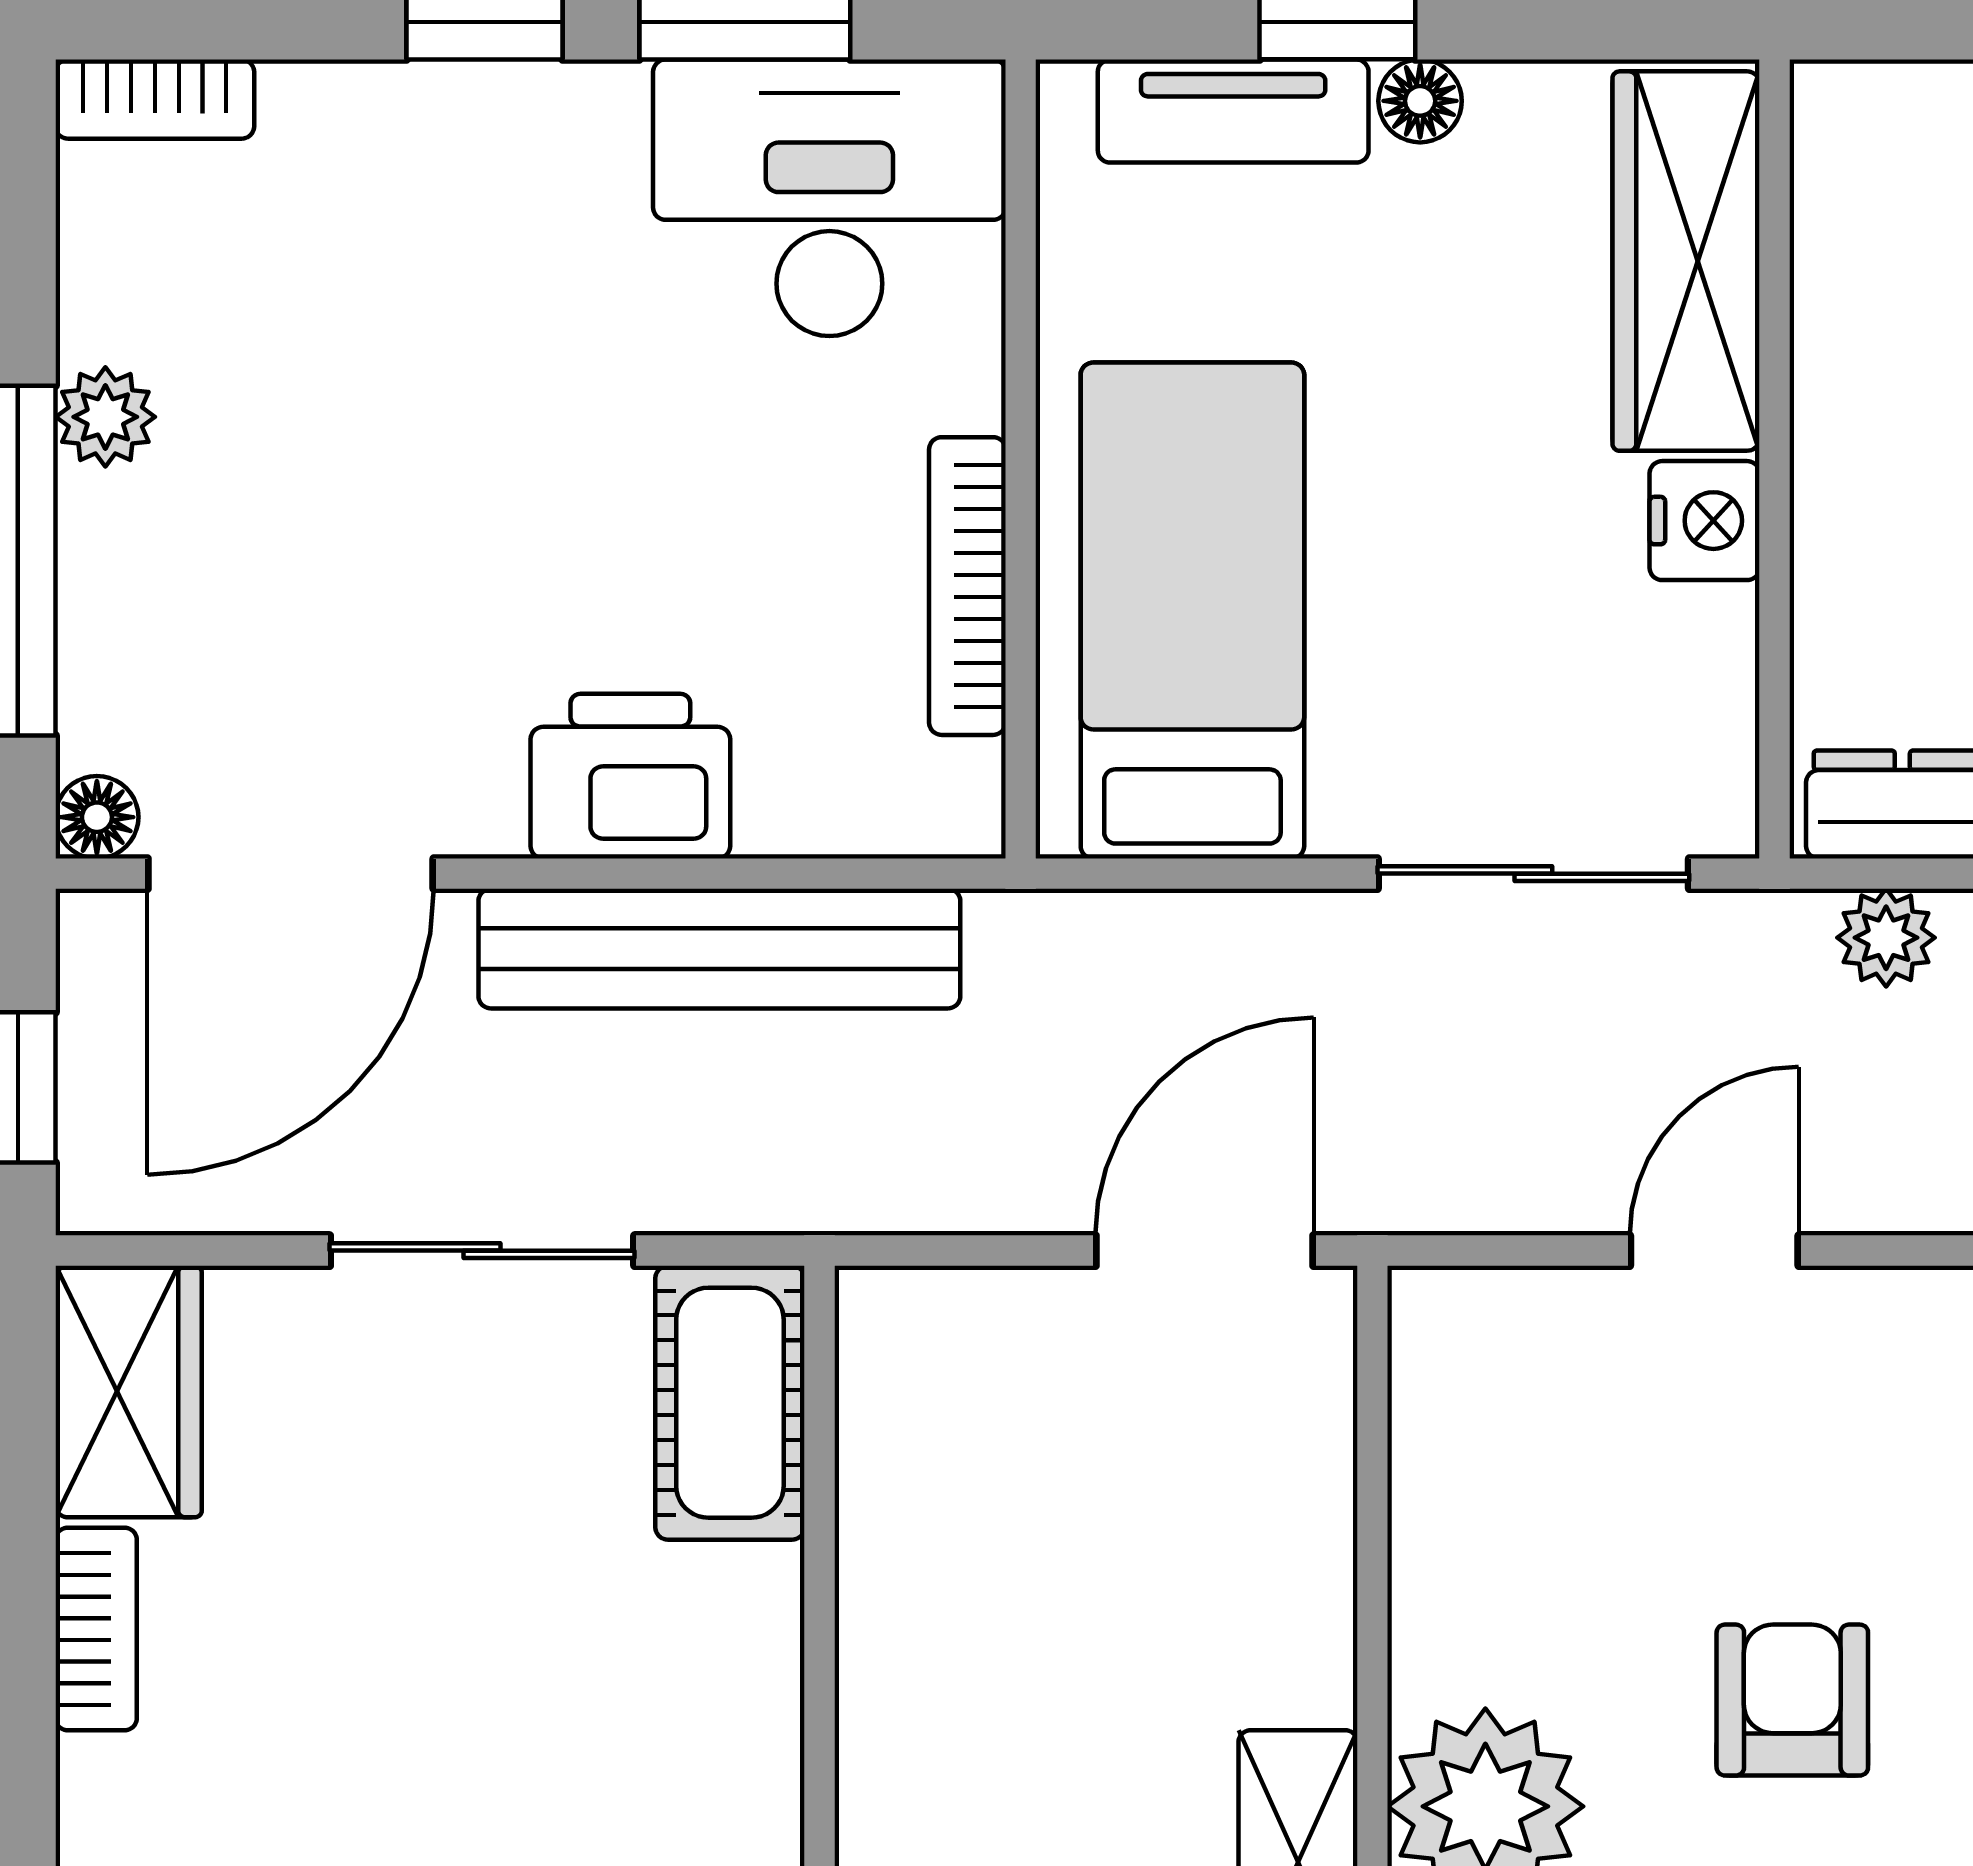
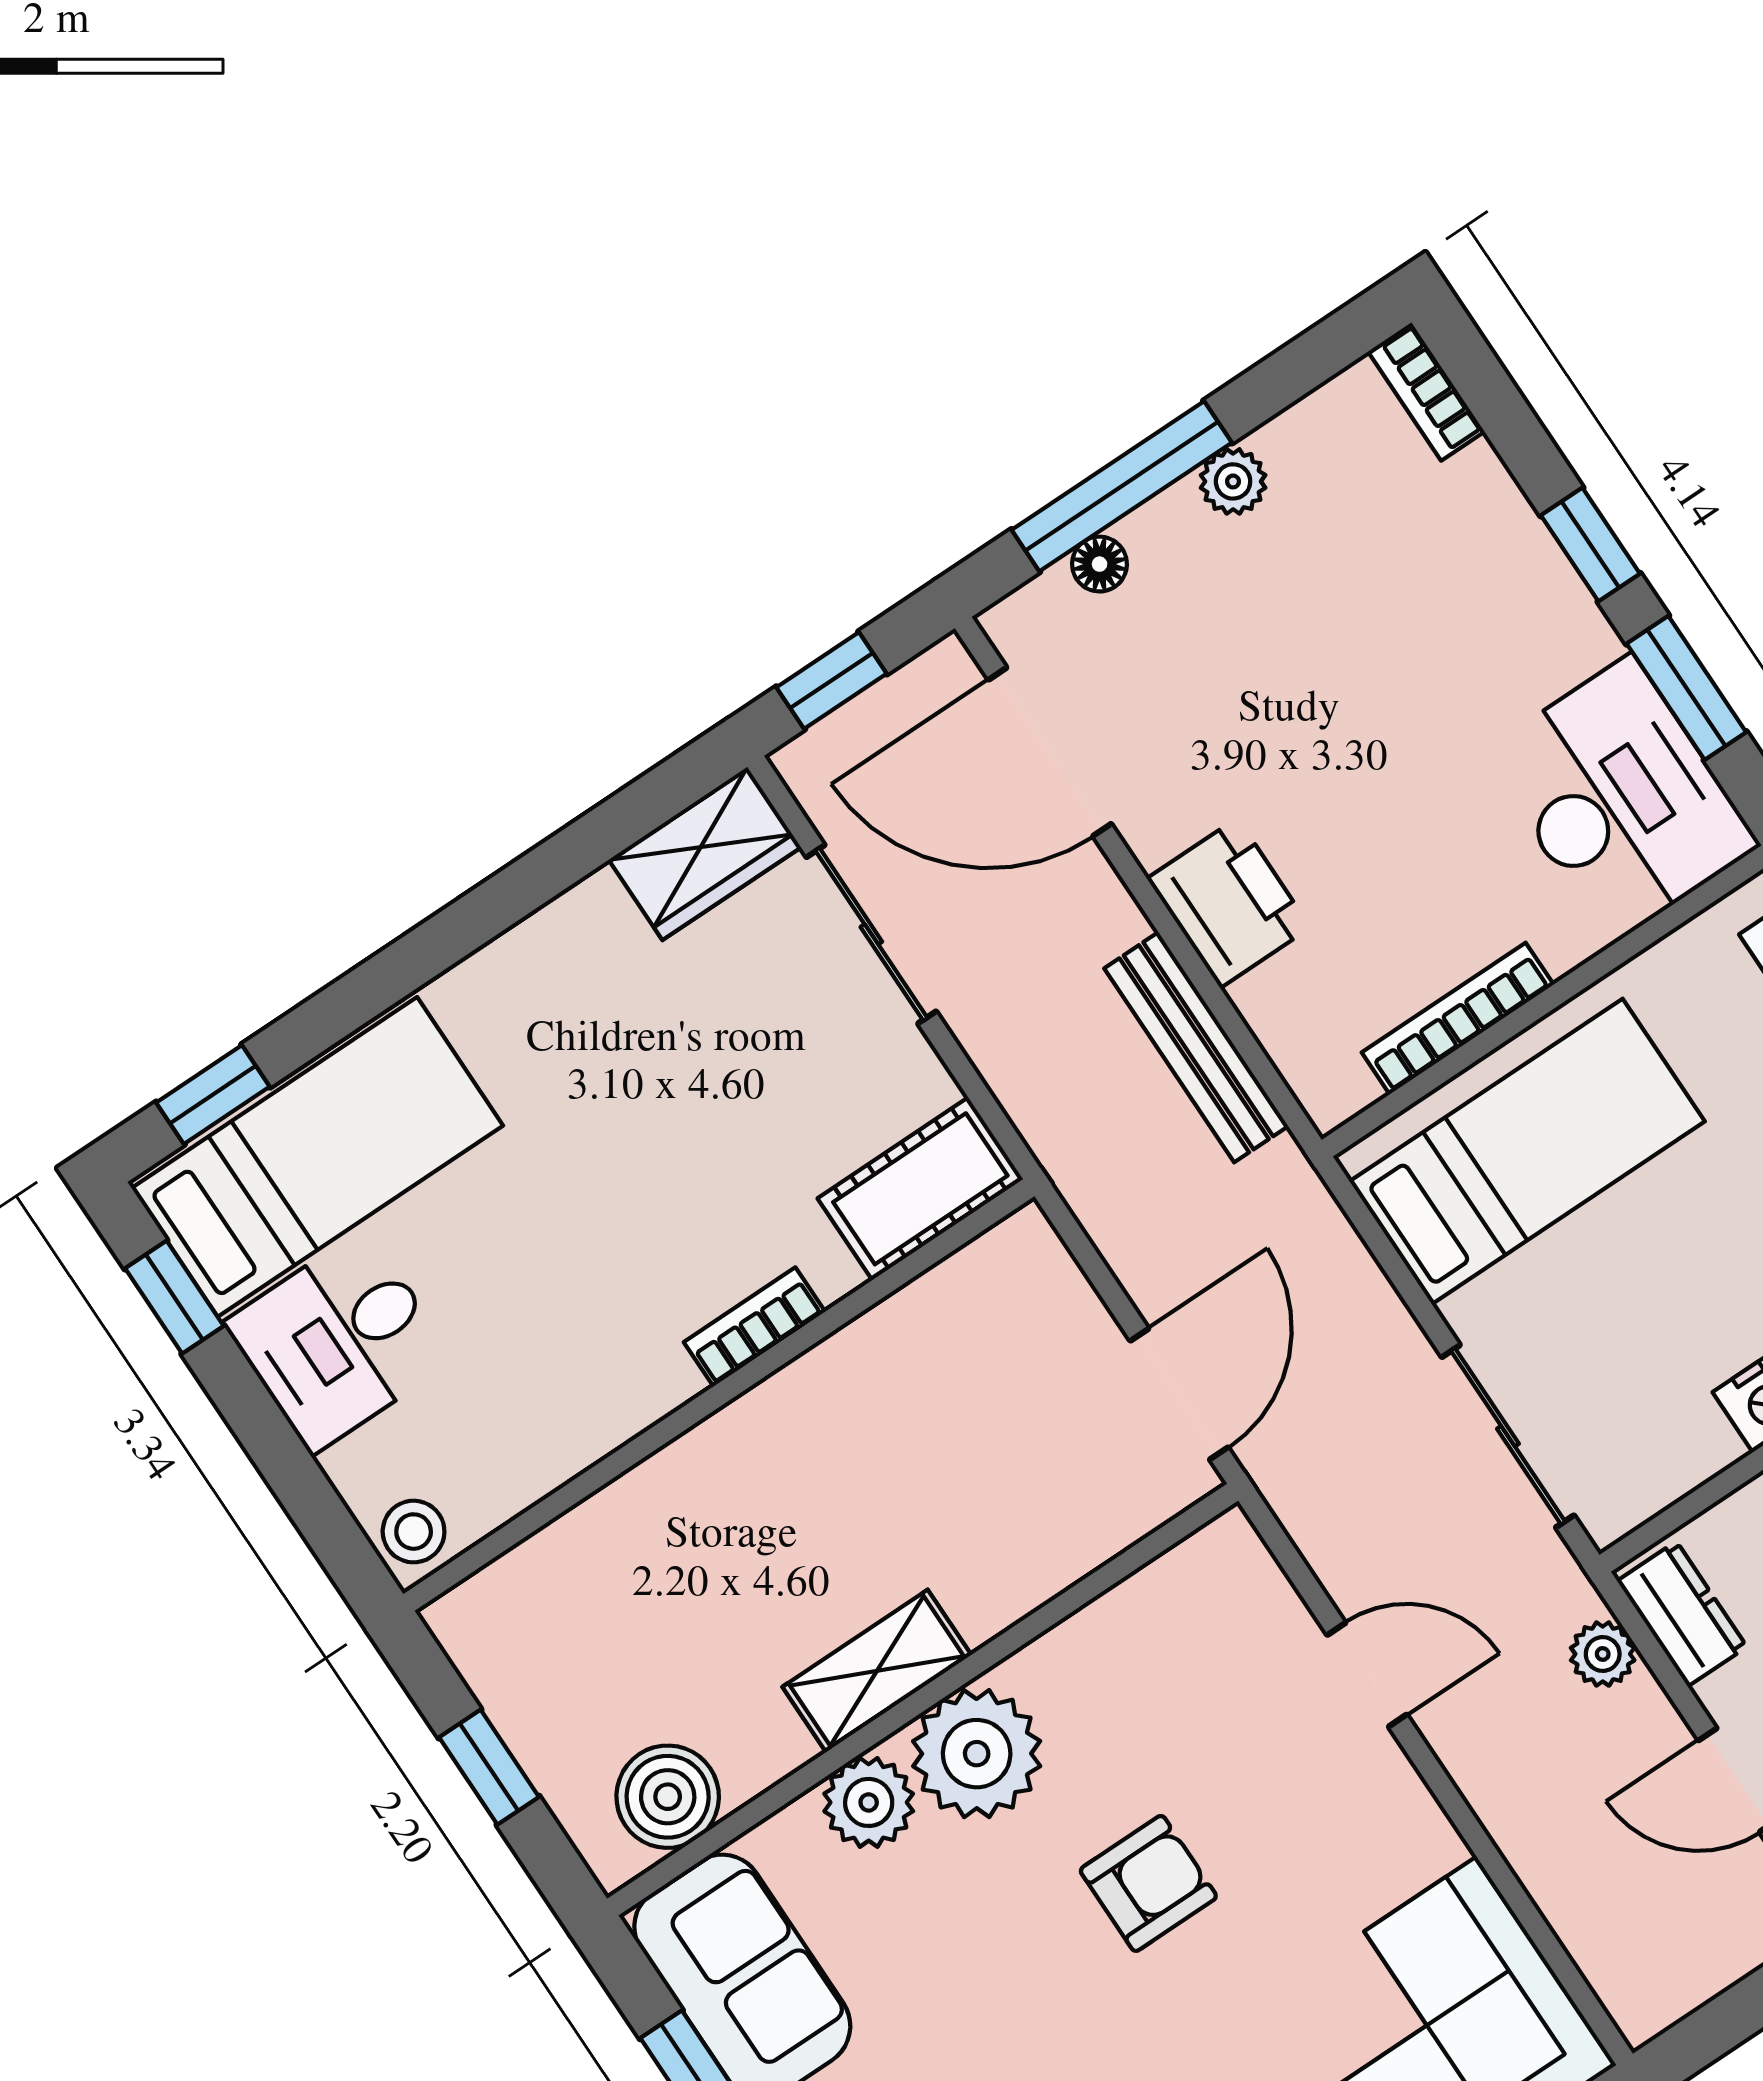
floor lamp: (97, 817) -> (1100, 564), moved
bench: (719, 949) -> (1196, 1047), width x0.73, depth x0.82
sliding door: (482, 1251) -> (871, 934), moved
door: (1205, 1251) -> (1179, 1394), hinge flipped
bookcase: (96, 1629) -> (754, 1327), moved, turned 180

